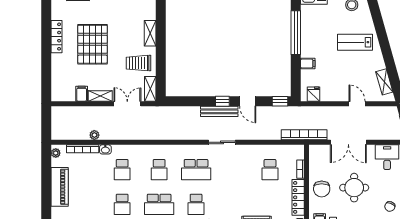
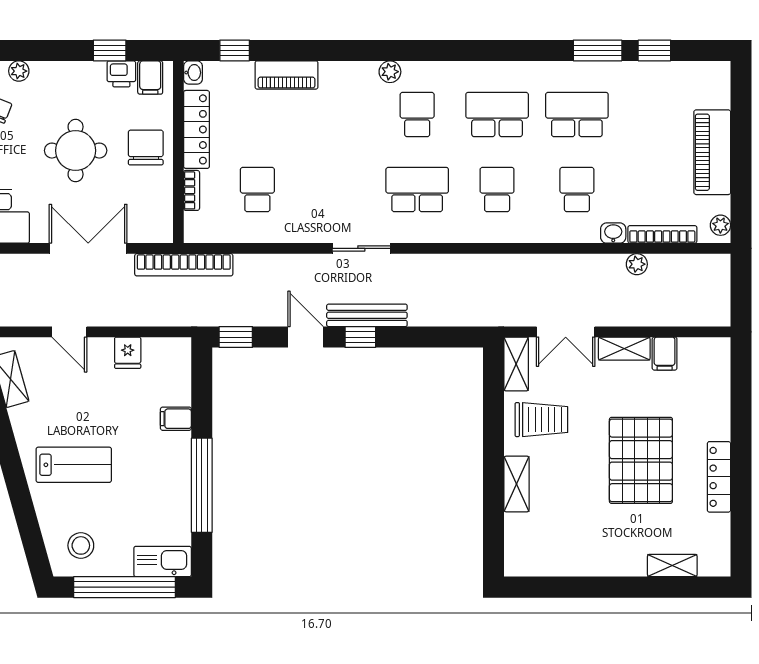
fridge: (314, 94) -> (128, 353), moved
school desk: (122, 204) -> (577, 115), width x1.85

